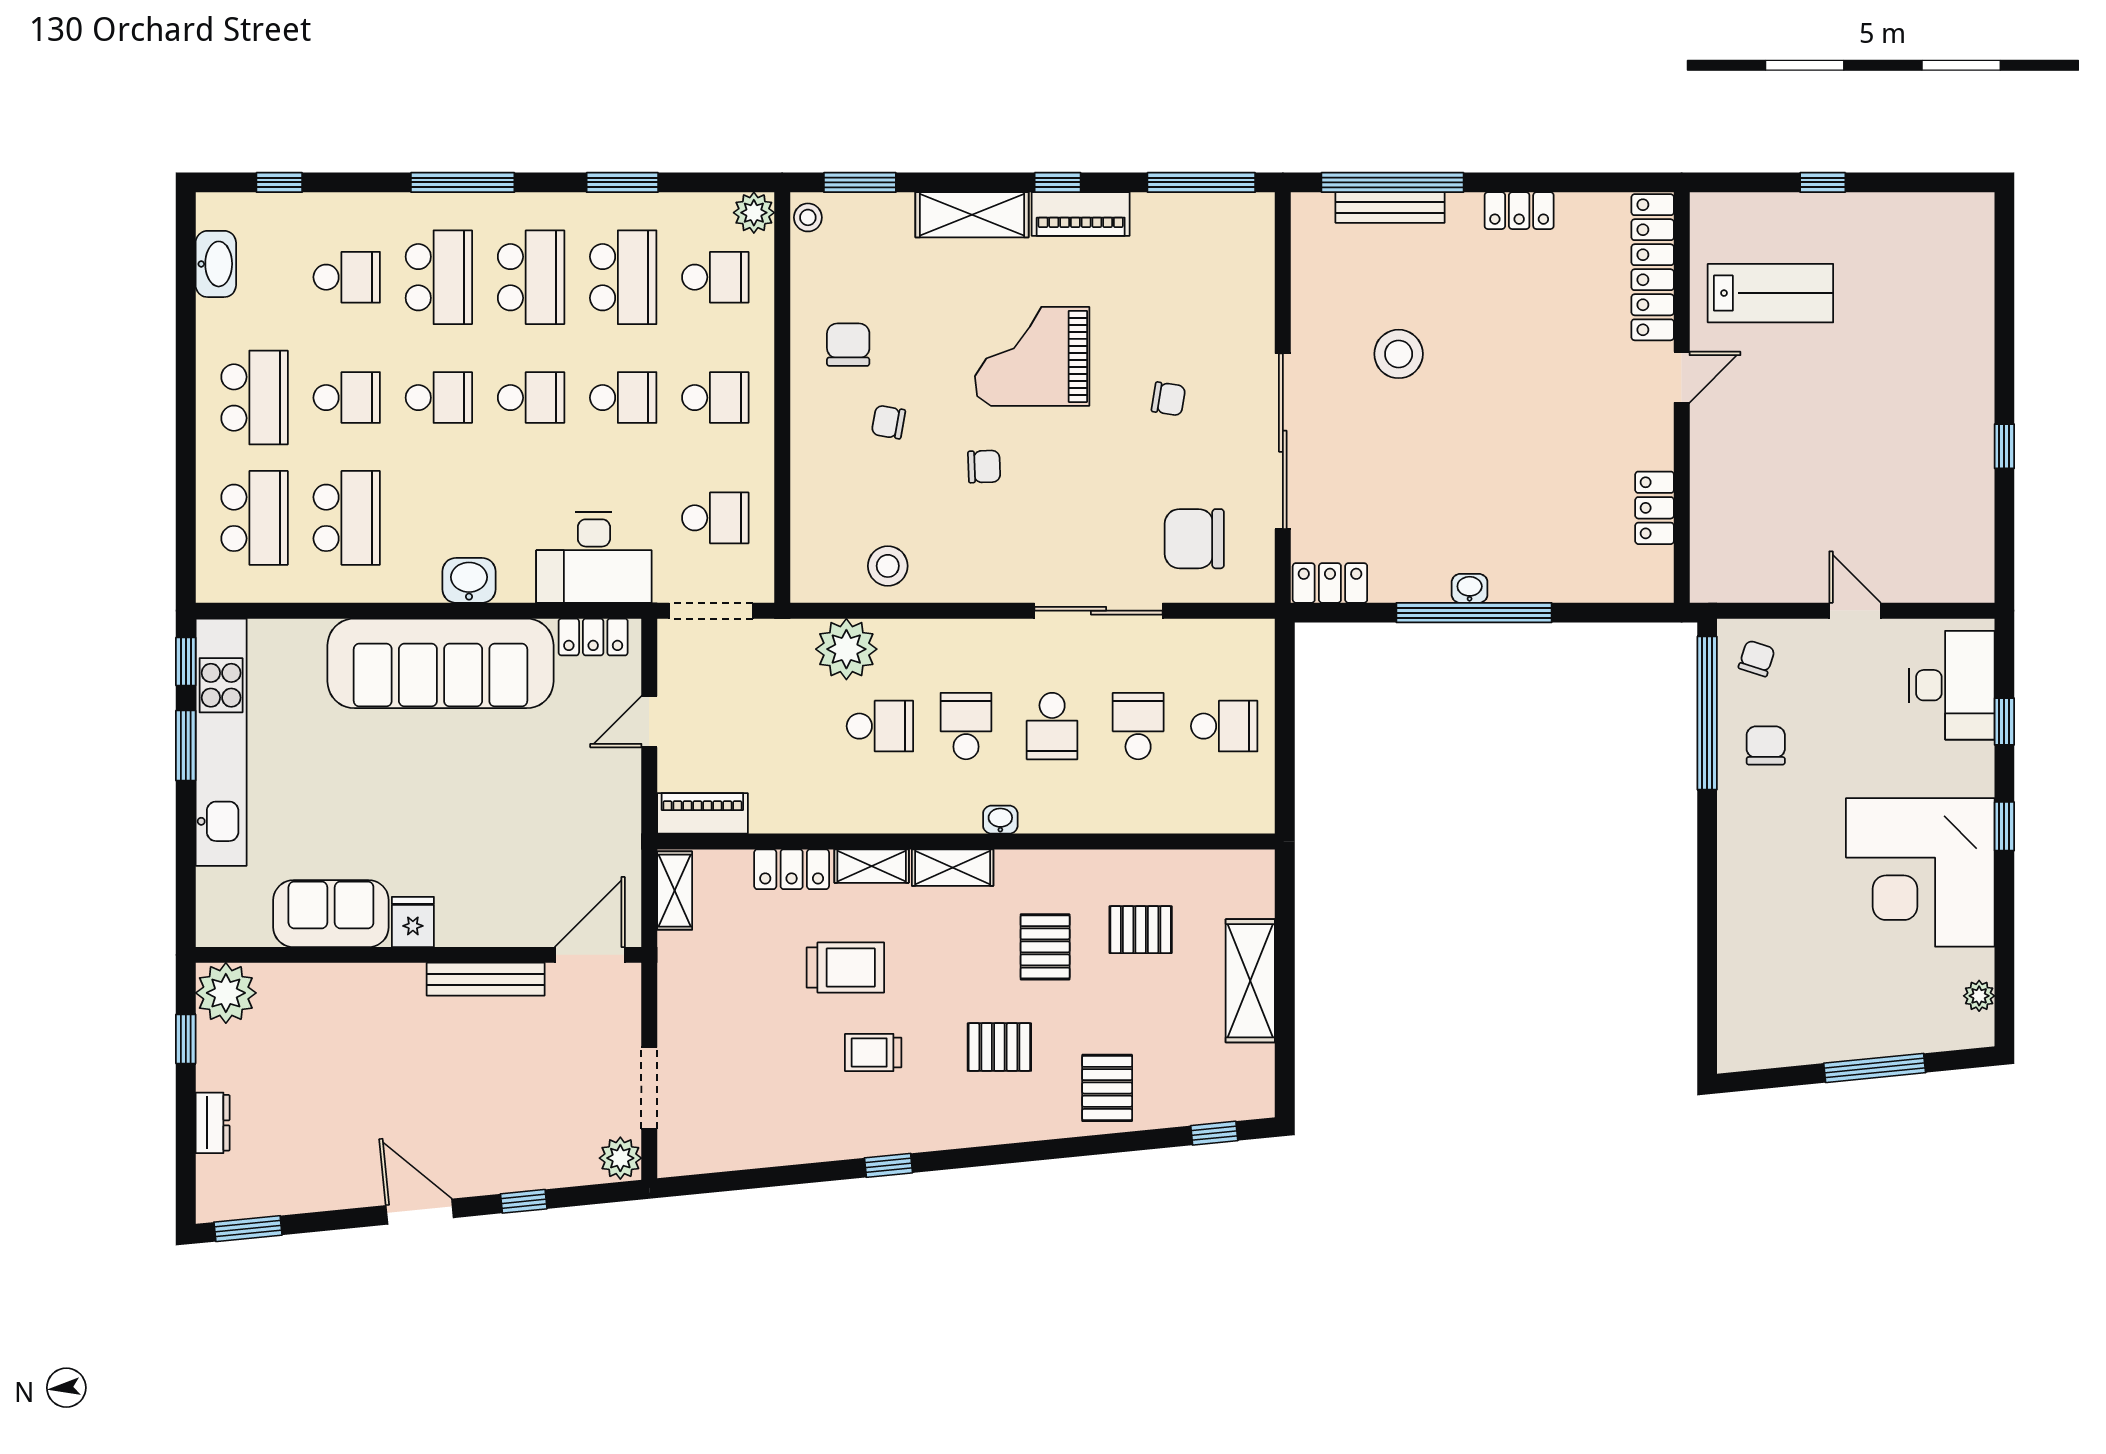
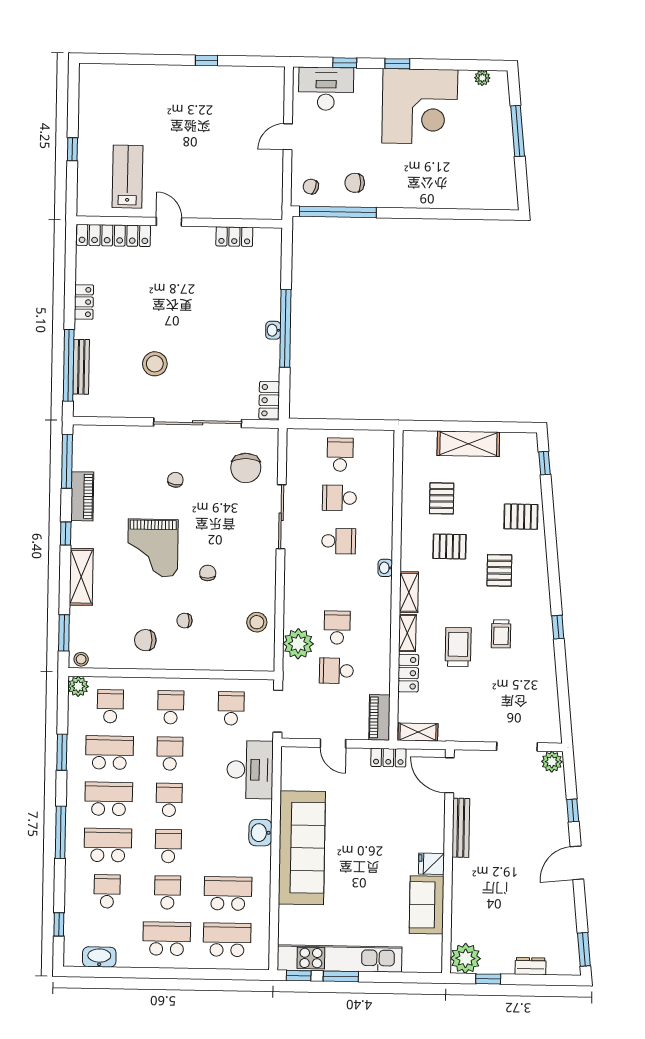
piano: (1081, 214) -> (82, 496), moved
chair: (888, 422) -> (185, 621), turned 80
locker: (593, 637) -> (388, 758), moved, turned 90
school desk: (966, 726) -> (336, 671), moved

